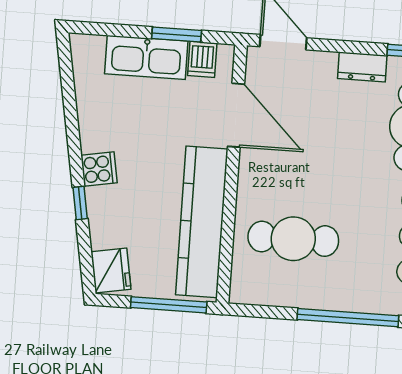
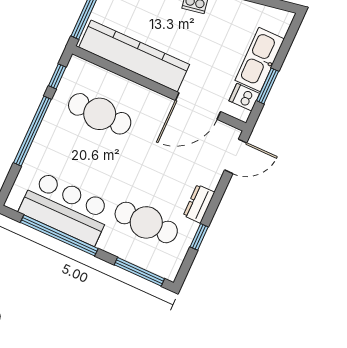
cafe table: (293, 239) -> (100, 114), turned 90
window: (265, 312) -> (57, 76), added

